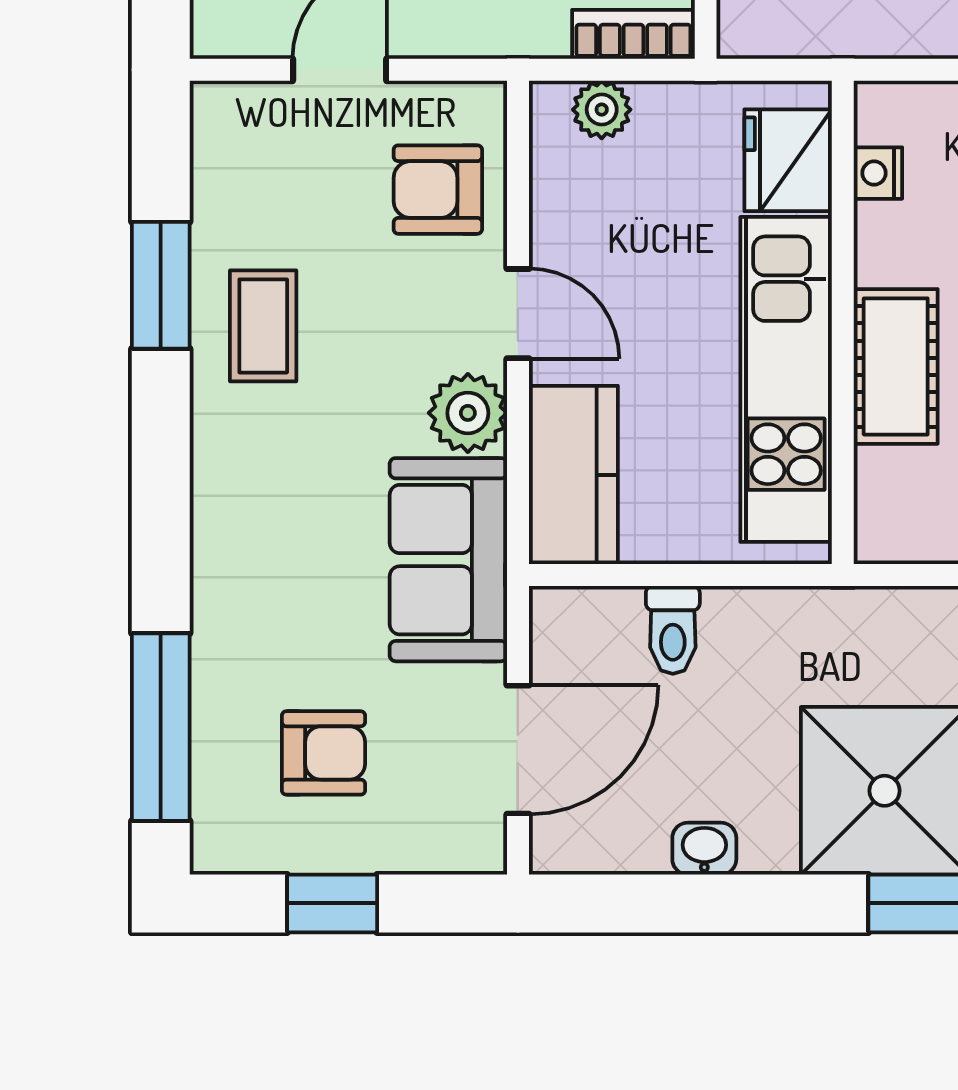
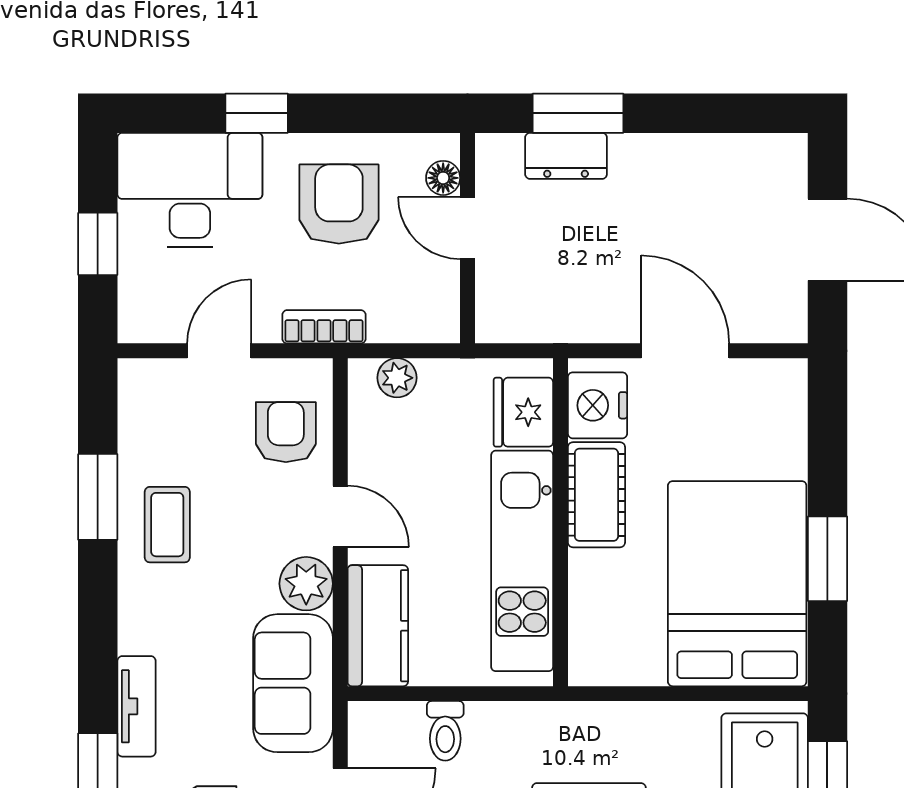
bookcase: (633, 34) -> (324, 327), moved
nightstand: (878, 173) -> (598, 405), width x1.89, depth x1.79
armchair: (438, 190) -> (286, 432), turned 90
cot: (896, 366) -> (596, 495), moved
tv unit: (218, 594) -> (137, 706), added

